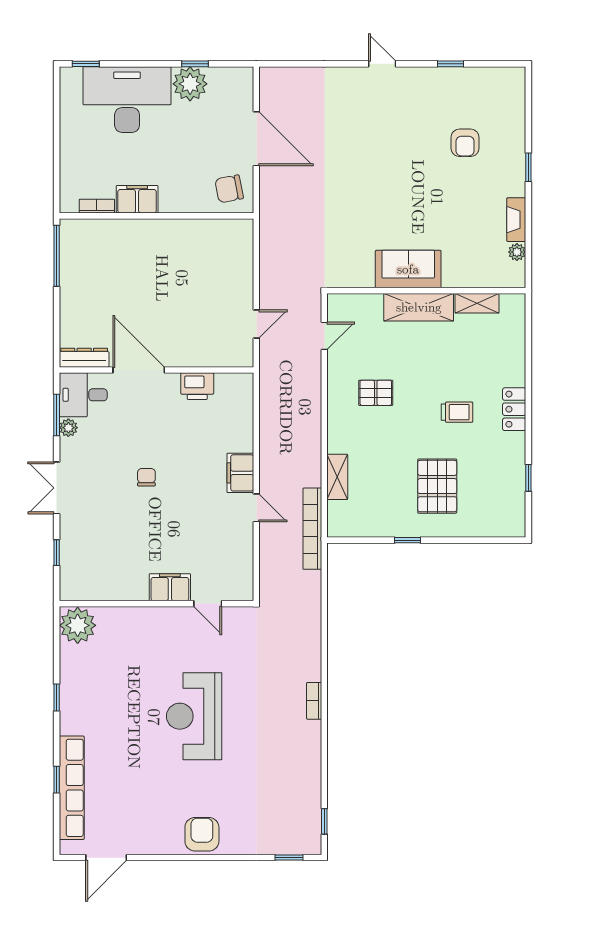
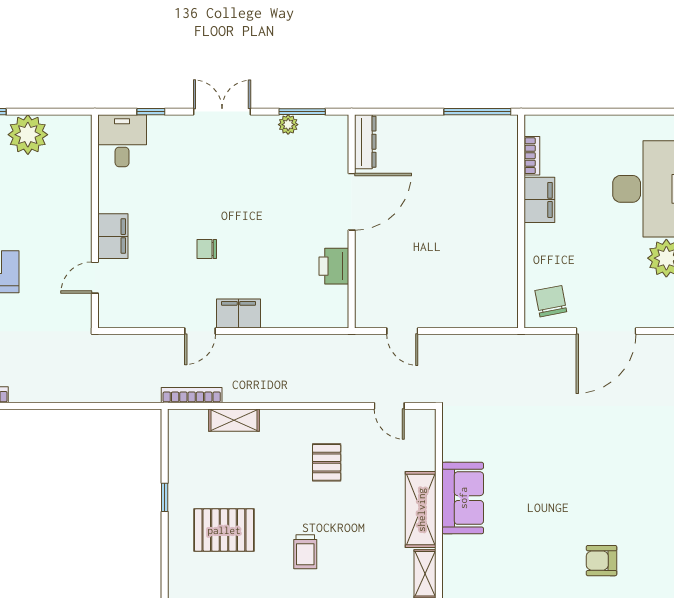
desk: (83, 395) -> (122, 141), moved
chair: (146, 477) -> (207, 249), moved, turned 180
bookcase: (312, 529) -> (192, 395), width x0.68, depth x0.76
plant: (78, 625) -> (28, 135), moved

